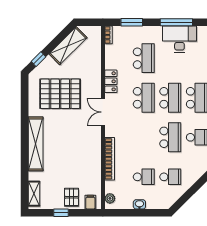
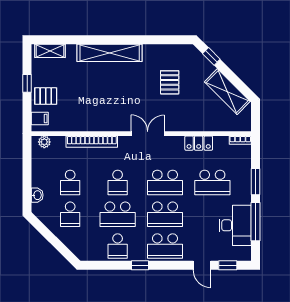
window: (132, 22) -> (256, 182), moved
locker: (111, 81) -> (199, 143), moved
pallet: (60, 94) -> (170, 82), width x0.49, depth x0.50
school desk: (144, 137) -> (118, 182), added
washbasin: (139, 204) -> (37, 195), moved

